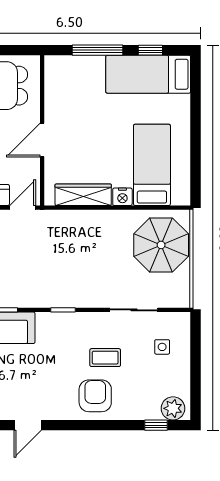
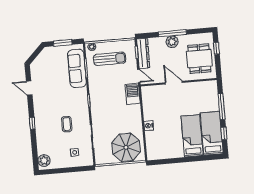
bed: (152, 165) -> (192, 136), moved, turned -90
wardrobe: (83, 195) -> (148, 106), removed
barbecue: (57, 223) -> (133, 94), added
armchair: (95, 396) -> (47, 121), removed
window: (156, 425) -> (32, 123), moved

